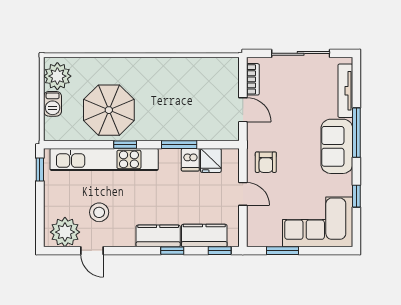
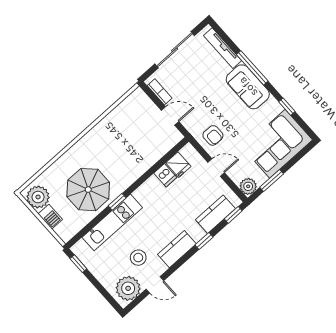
window: (179, 145) -> (150, 172), removed
kitchen unit: (104, 159) -> (112, 222), width x0.73
kitchen counter: (158, 236) -> (177, 249), moved
plant: (257, 237) -> (248, 186), added

